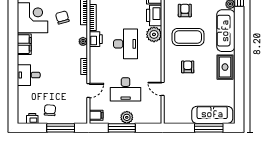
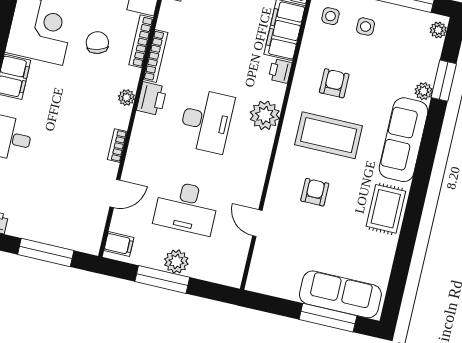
printer: (154, 15) -> (280, 71), width x0.53, depth x0.68
chair: (50, 110) -> (33, 214), removed

